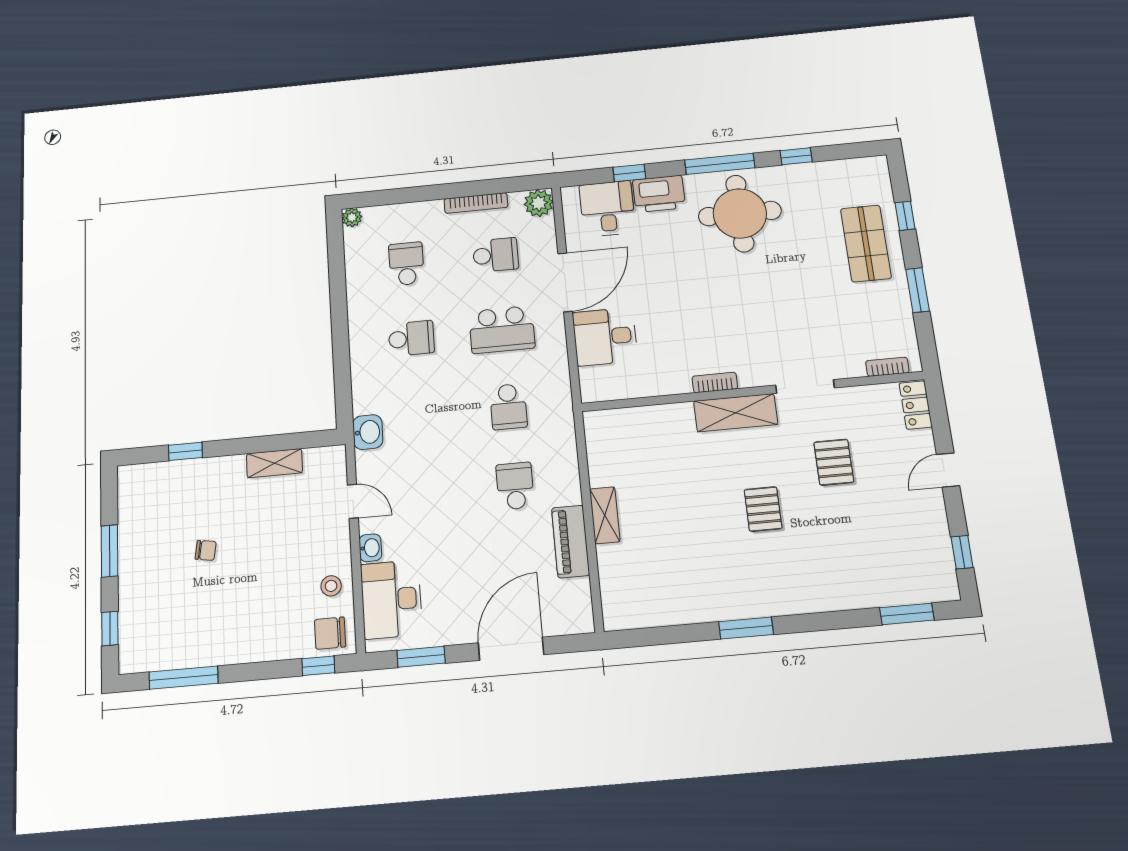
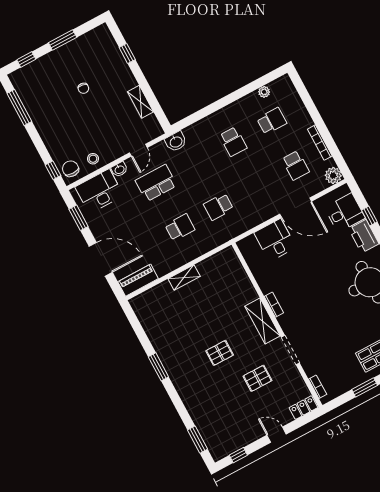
plant: (352, 217) -> (264, 92), moved
school desk: (502, 330) -> (156, 183), moved, turned 90
piano: (571, 541) -> (138, 280), moved

